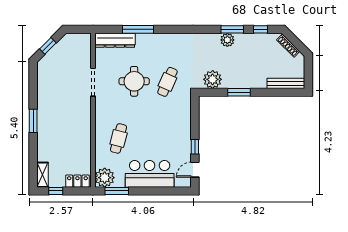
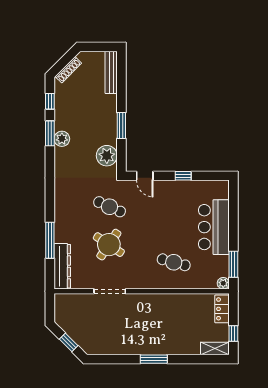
round table: (134, 81) -> (109, 245), turned 34
door: (195, 170) -> (145, 176), moved
plant: (105, 178) -> (223, 283), width x0.53, depth x0.53

